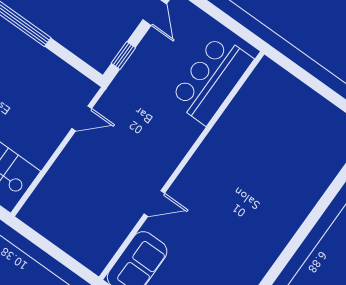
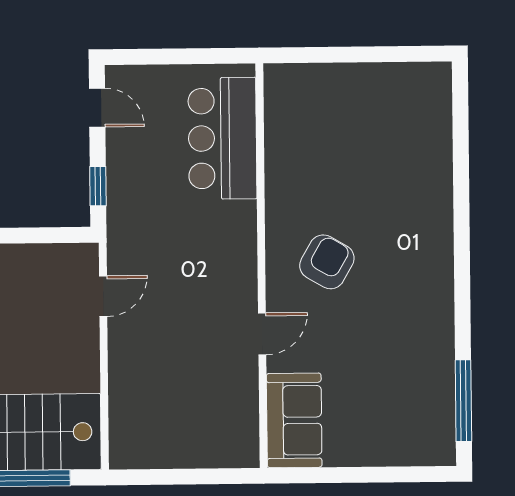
armchair: (219, 190) -> (327, 262), added

